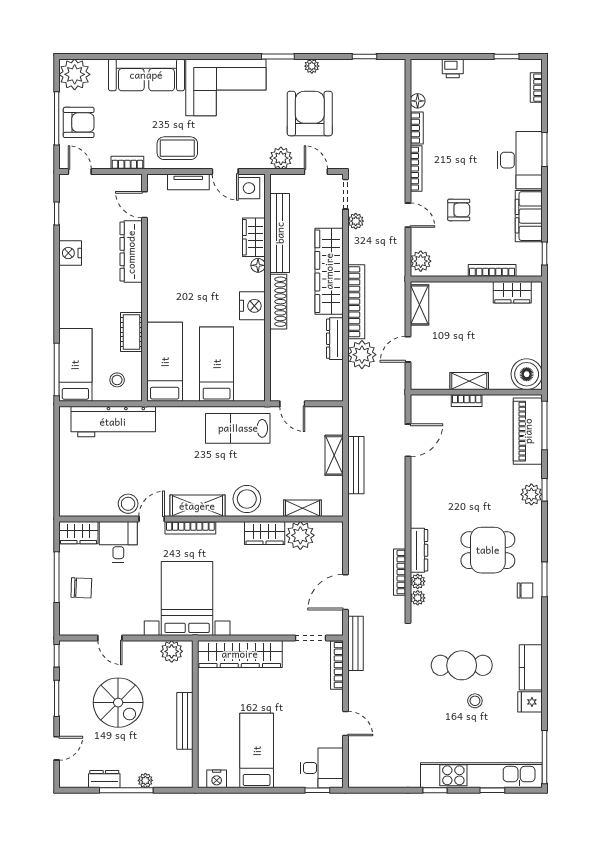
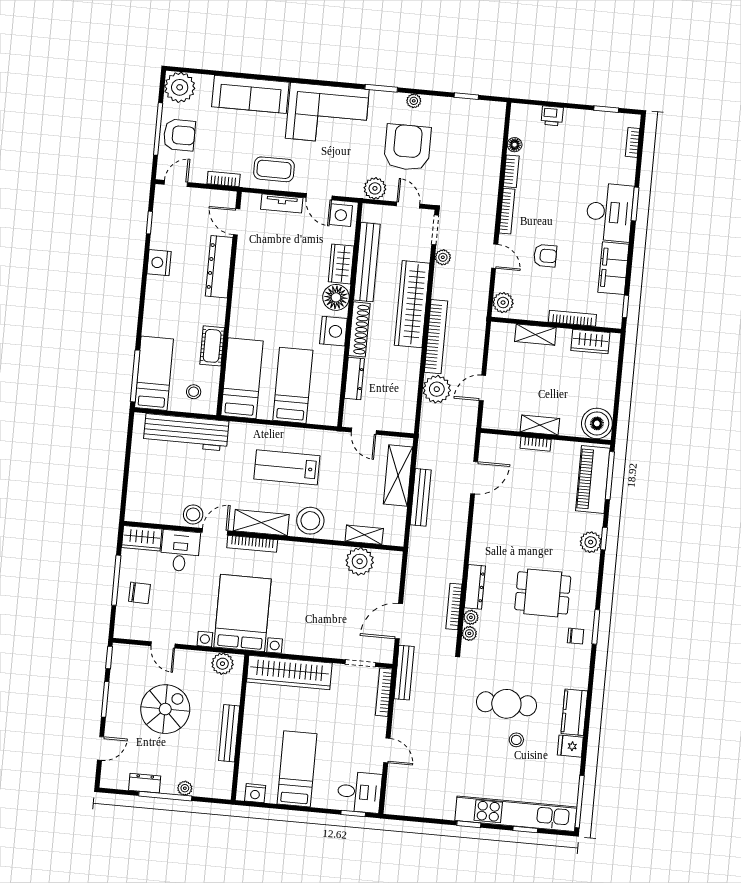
door: (80, 172) -> (176, 183), hinge flipped
floor lamp: (258, 265) -> (336, 297), width x1.89, depth x1.89
shelving: (419, 305) -> (535, 335), moved, turned 90
dresser: (335, 339) -> (354, 379), moved, turned 180
lab bench: (238, 428) -> (287, 467), moved
shelving: (334, 455) -> (398, 475), width x1.50, depth x1.33
wardrobe: (265, 533) -> (325, 556), removed
spiral stairs: (118, 703) -> (165, 709), turned -90

